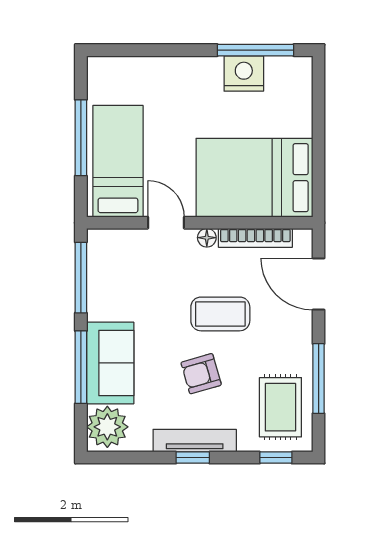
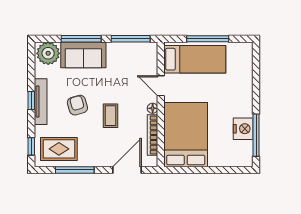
door: (166, 223) -> (161, 86), swing flipped
coffee table: (220, 314) -> (110, 116), width x0.73, depth x0.77

